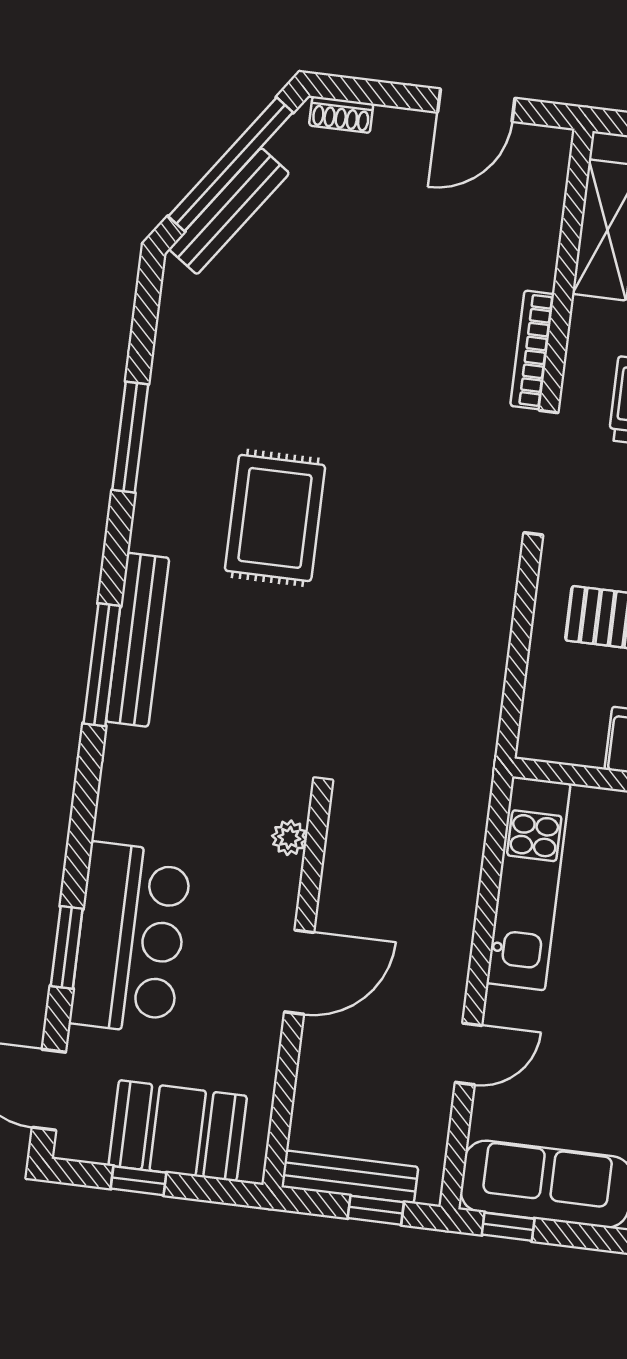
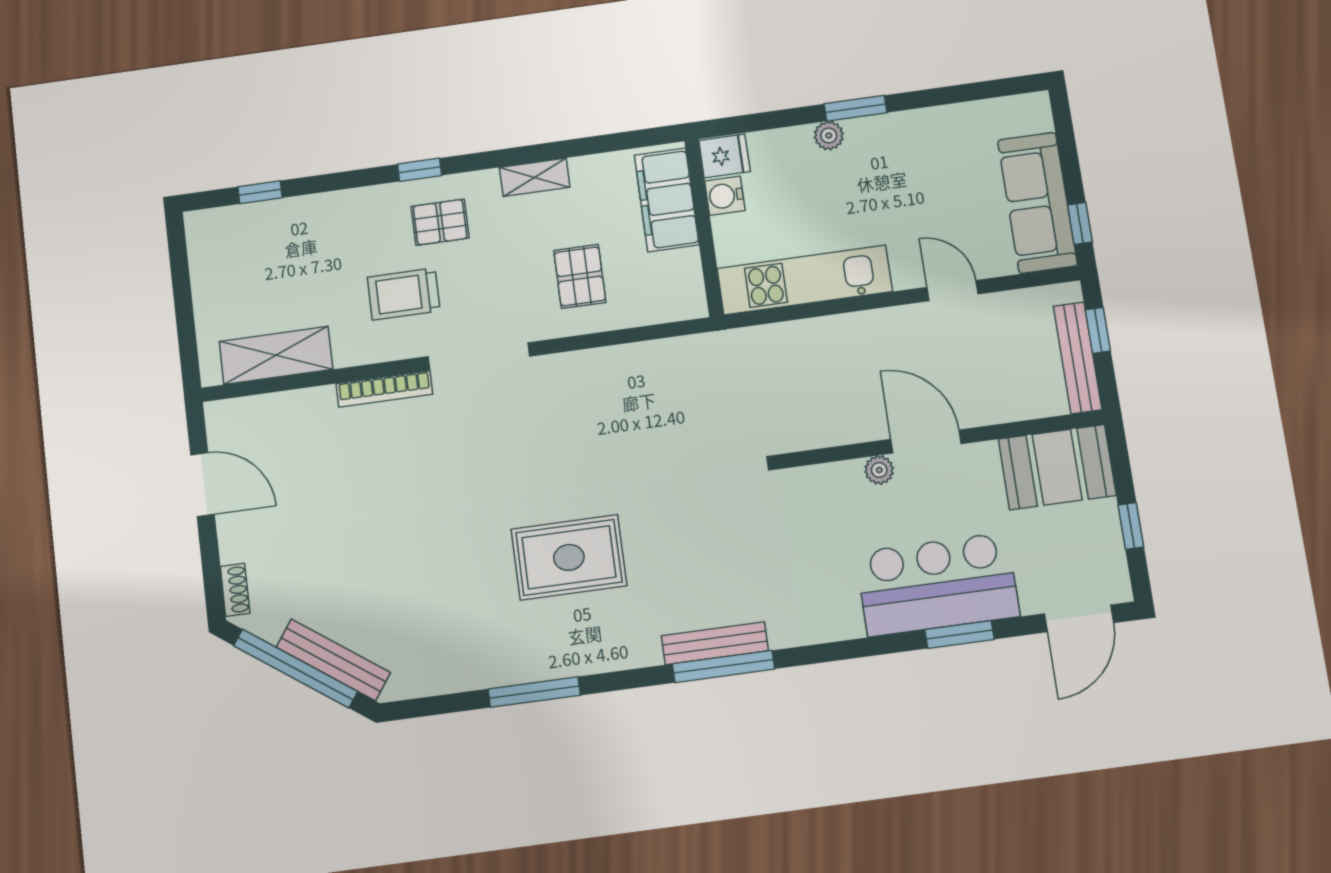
bench: (138, 640) -> (715, 643), width x0.73, depth x0.82
plant: (289, 838) -> (879, 470), moved
booth: (178, 1131) -> (1057, 467), moved, turned 90

